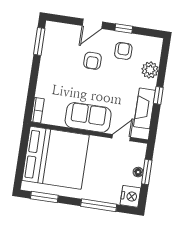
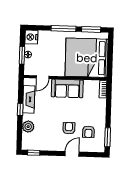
window: (124, 29) -> (34, 153), moved
armchair: (123, 51) -> (88, 132), moved
window: (99, 205) -> (63, 29), moved

